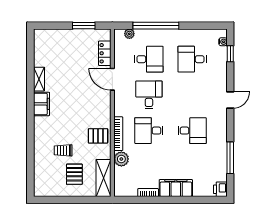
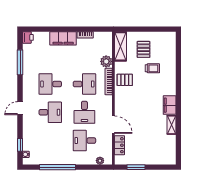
window: (156, 26) -> (57, 167), moved
desk: (192, 59) -> (50, 112), moved

